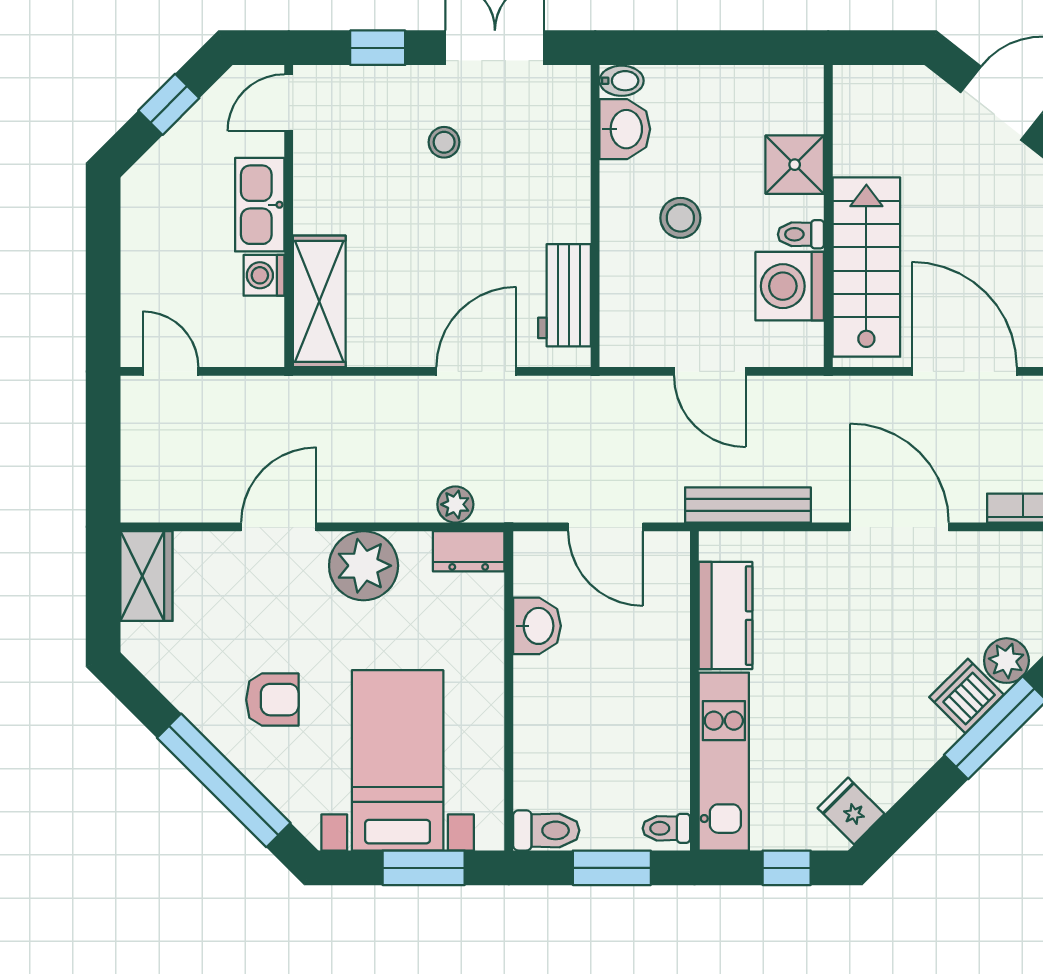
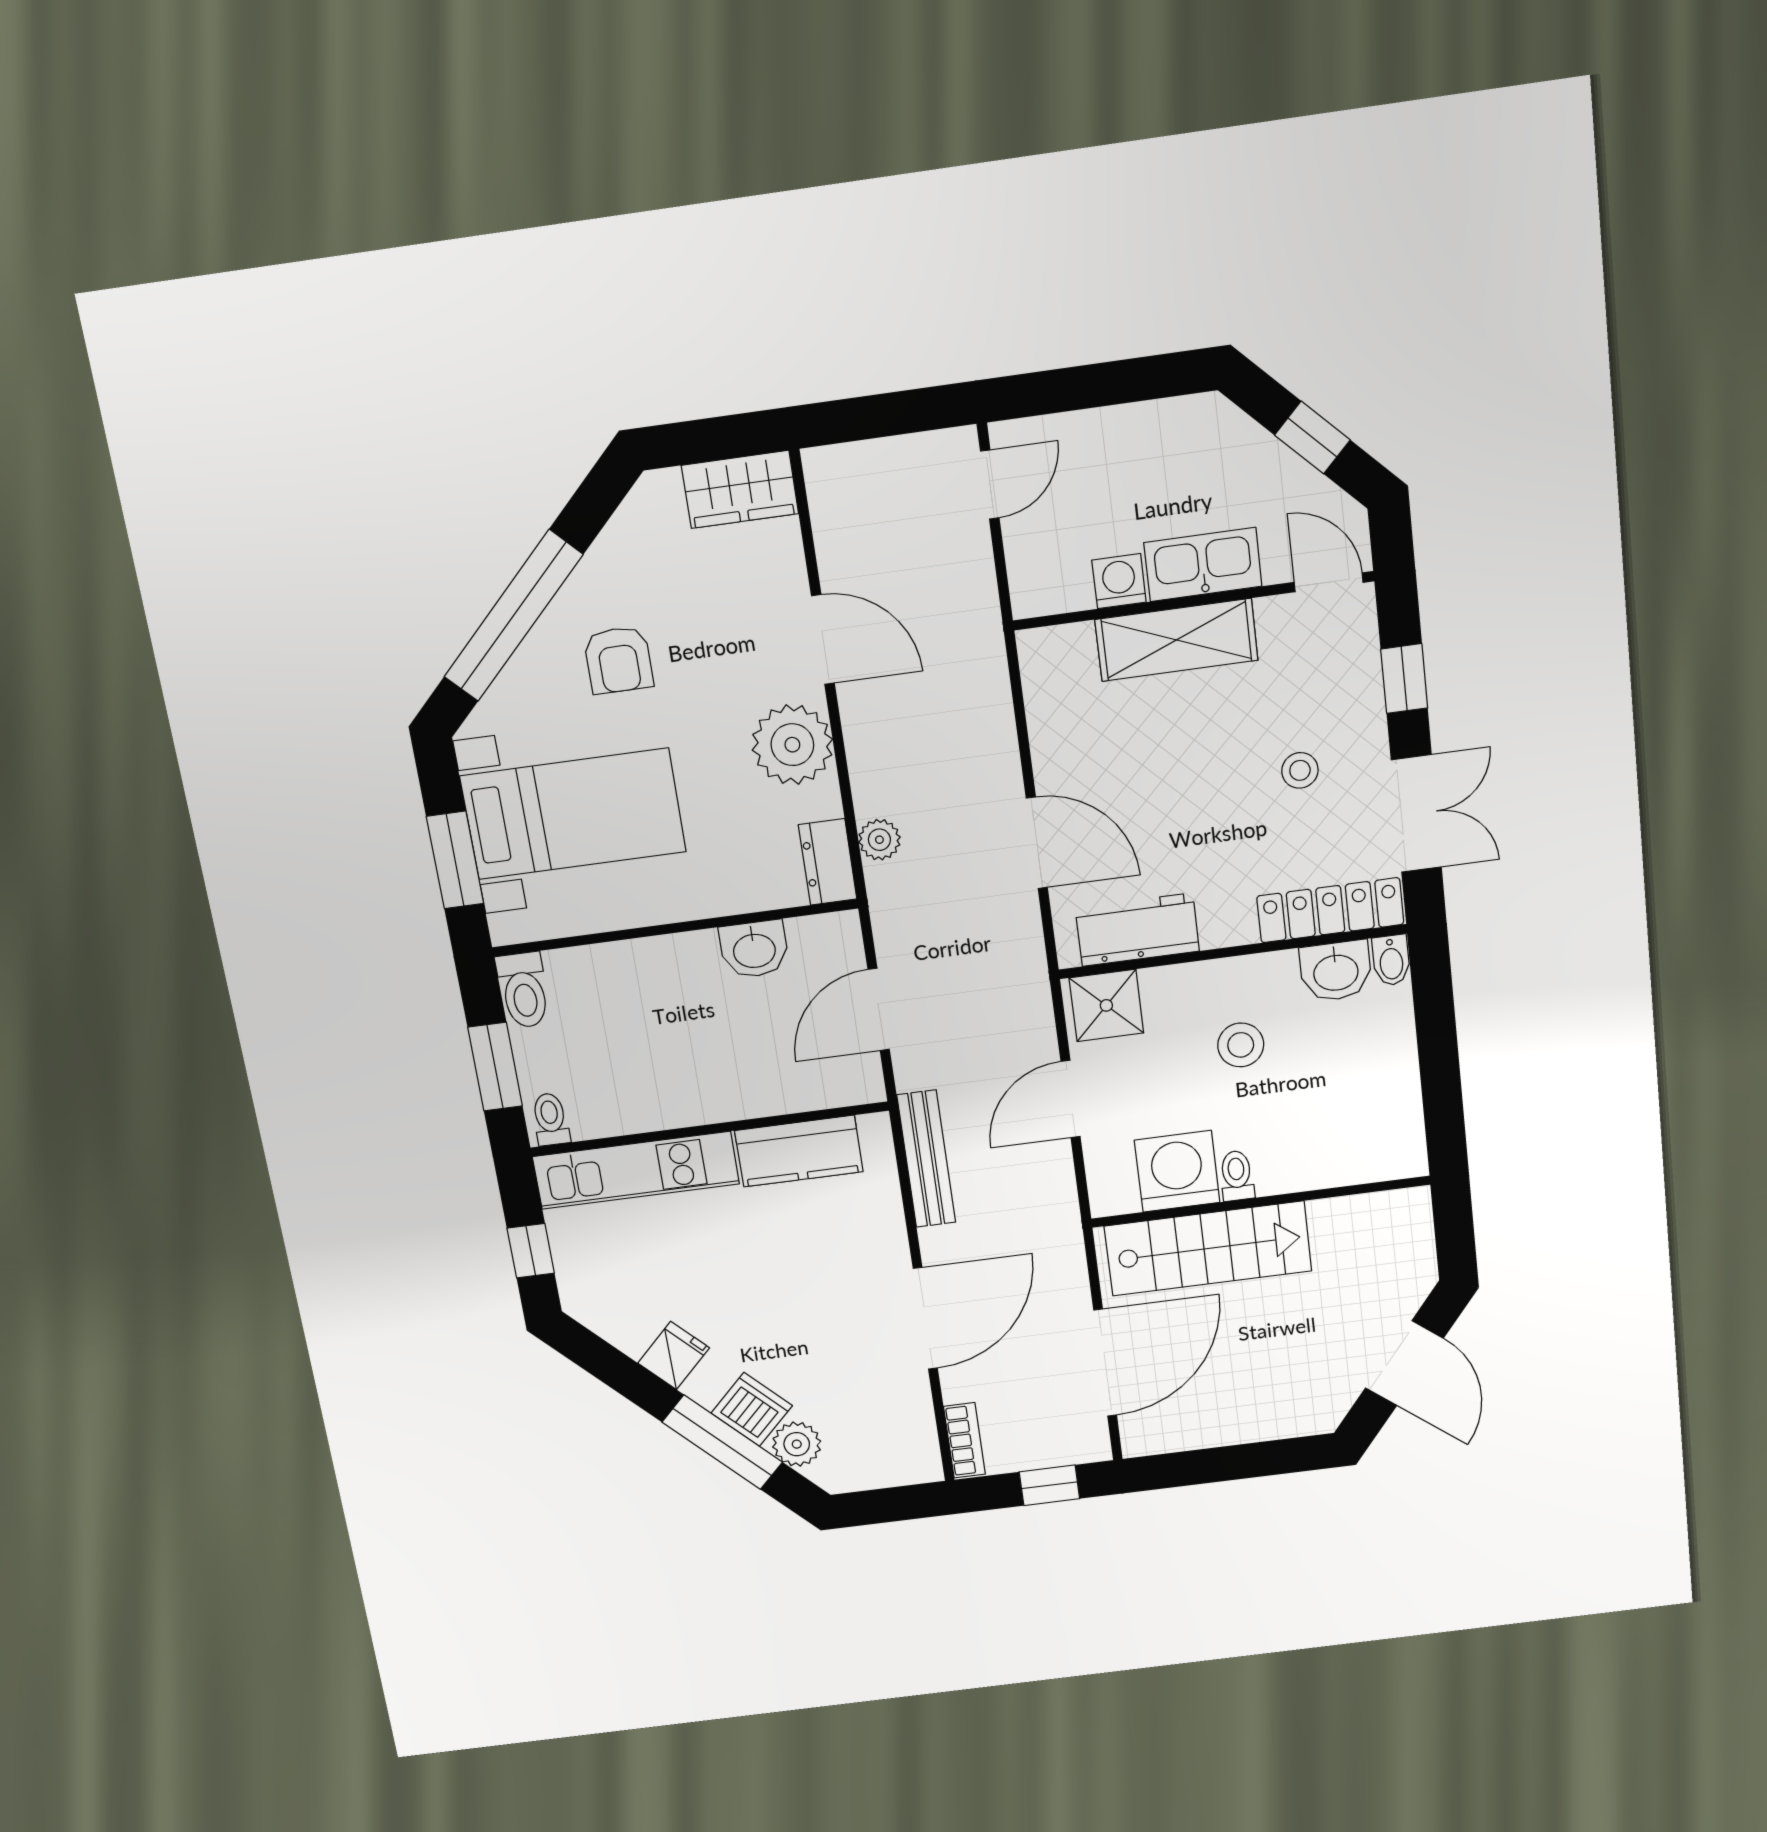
locker: (570, 129) -> (1330, 910), added
shower: (795, 165) -> (1106, 1005), moved
shelving: (319, 301) -> (1176, 640), moved
fridge: (851, 811) -> (674, 1355), moved

